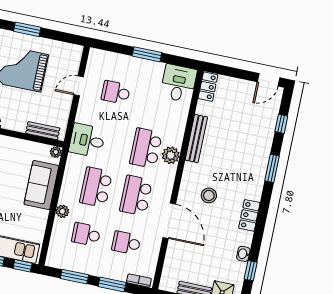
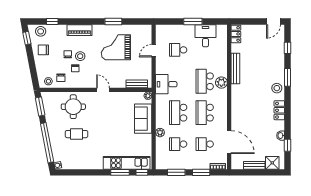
desk: (178, 83) -> (205, 36), moved
stool: (209, 195) -> (277, 88), moved
door: (169, 221) -> (229, 142), moved

